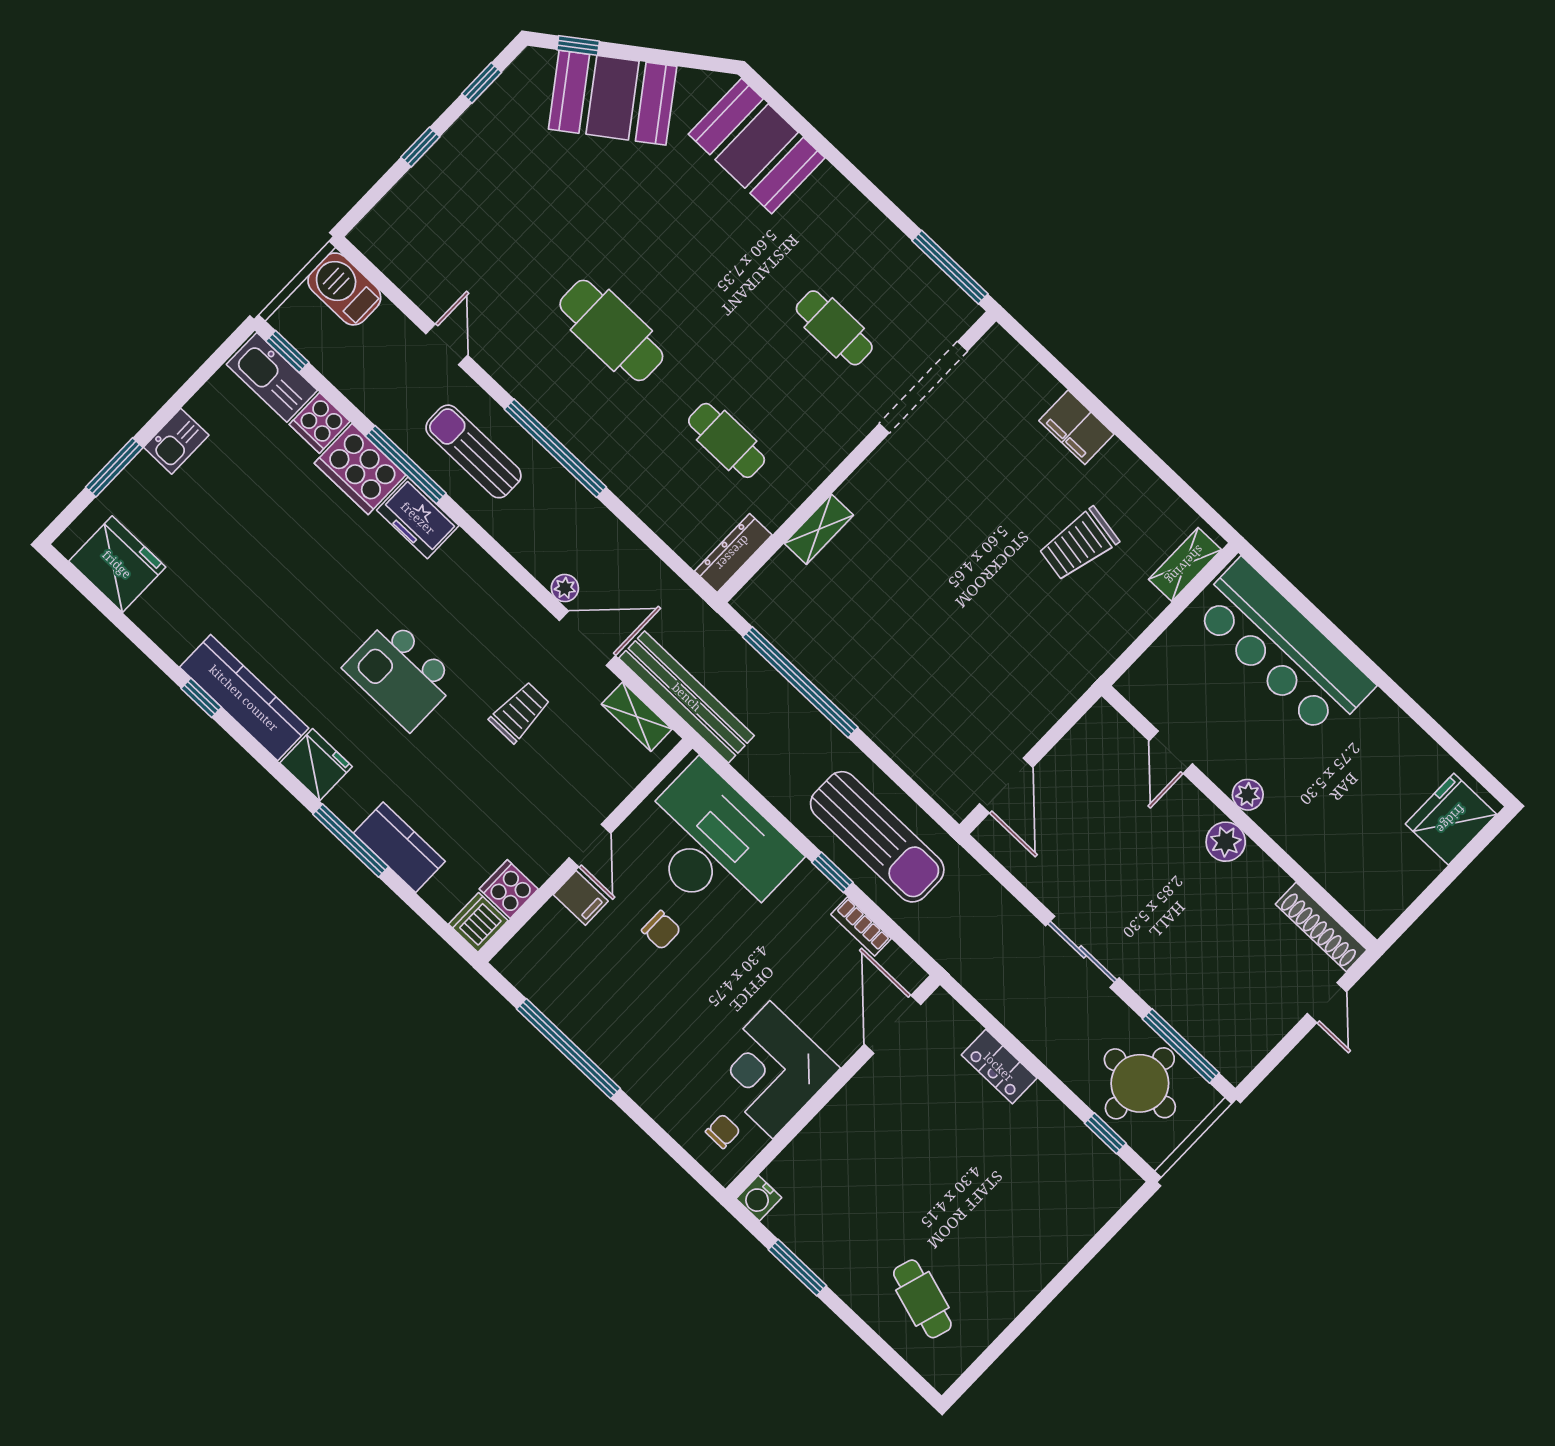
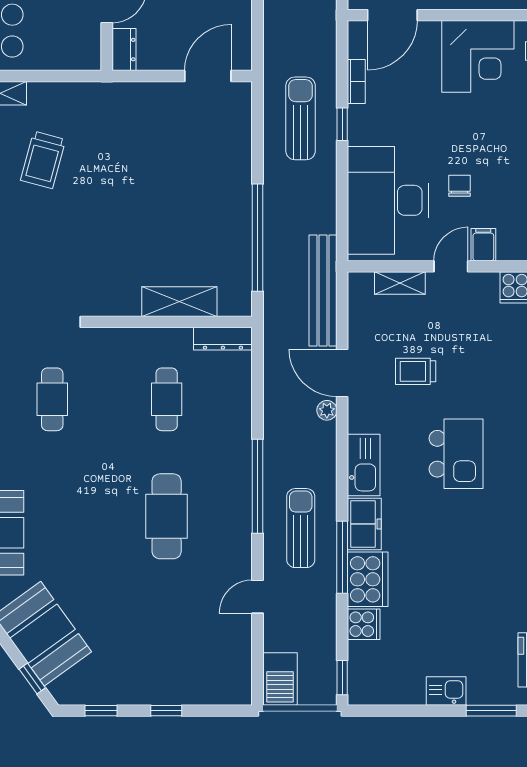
kitchen sink: (272, 377) -> (364, 465), moved
sun lounger: (473, 451) -> (301, 528), turned 180
shelving: (819, 529) -> (179, 302), width x1.50, depth x1.33
trolley: (1079, 544) -> (43, 160), turned 95
shelving: (637, 717) -> (400, 283), moved, turned 90
dresser: (1111, 728) -> (124, 50), added
sun lounger: (877, 837) -> (301, 118), width x0.73, depth x0.75

